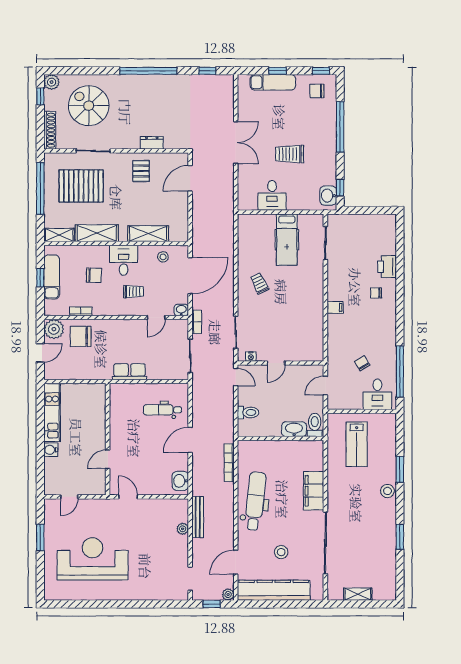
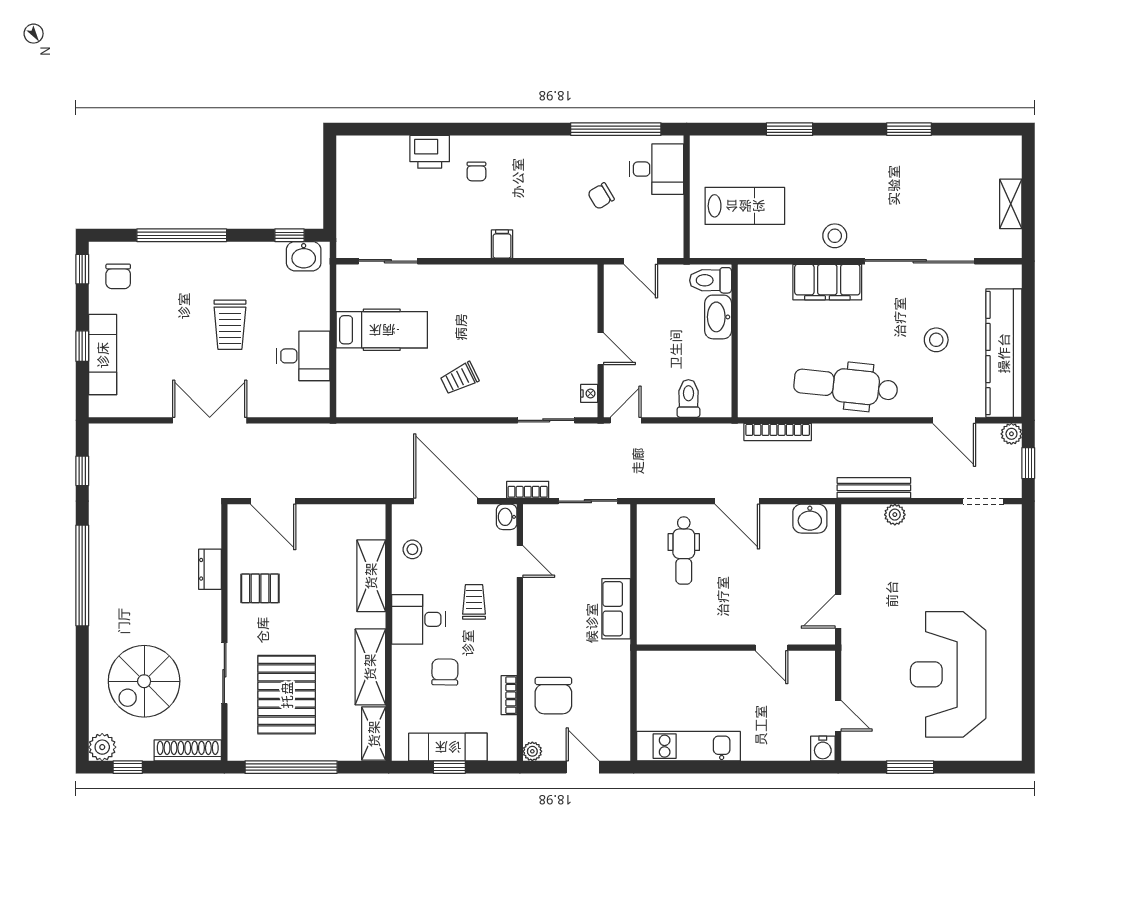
plant: (54, 329) -> (532, 751), width x0.53, depth x0.53
water cooler: (51, 450) -> (823, 748), moved
stool: (387, 491) -> (835, 236), moved

